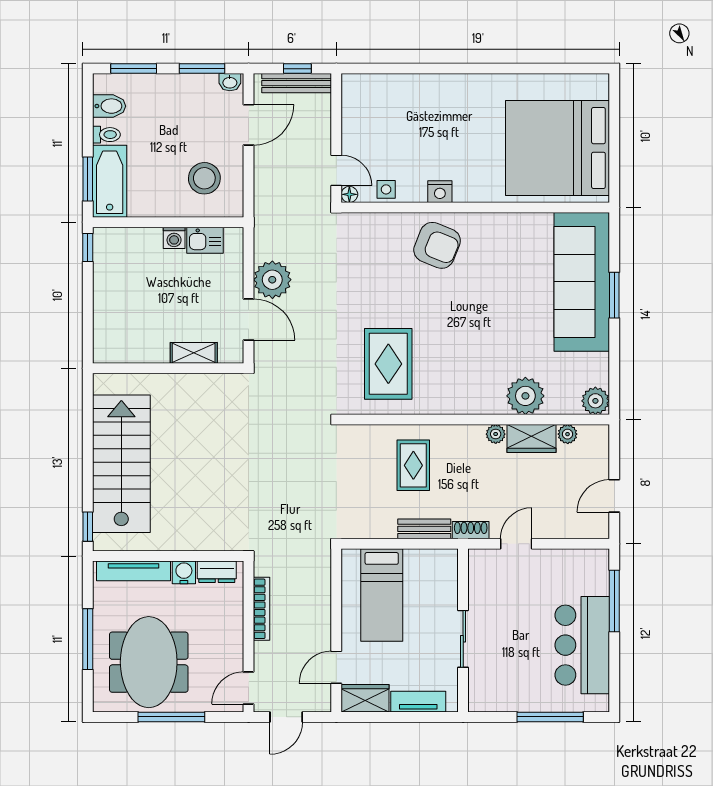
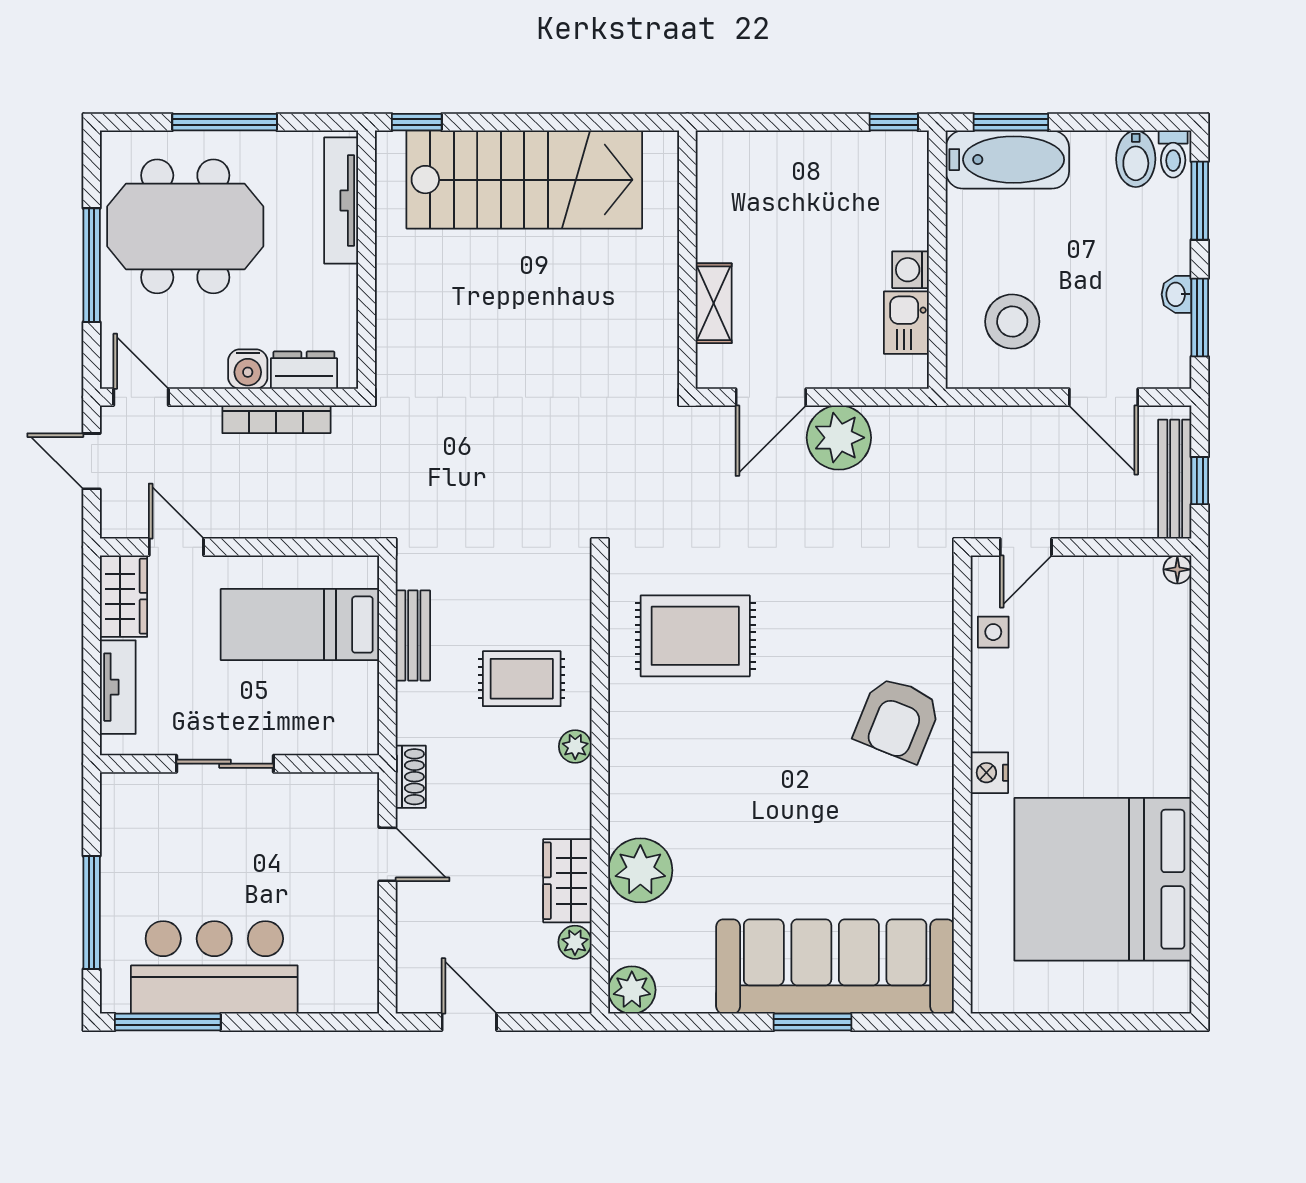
washbasin: (230, 82) -> (1177, 294), moved
toilet: (106, 135) -> (1173, 154), moved
bed: (558, 148) -> (1103, 879), moved, turned -90
nightstand: (440, 192) -> (989, 773), moved
floor lamp: (349, 194) -> (1177, 569), moved
plant: (496, 434) -> (575, 746), moved
bench: (424, 529) -> (413, 635), moved
water cooler: (184, 572) -> (248, 369), moved, turned 90
dresser: (217, 572) -> (304, 370), moved, turned 90
window: (614, 601) -> (168, 1022), moved

